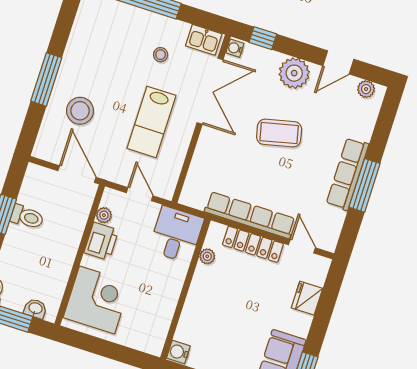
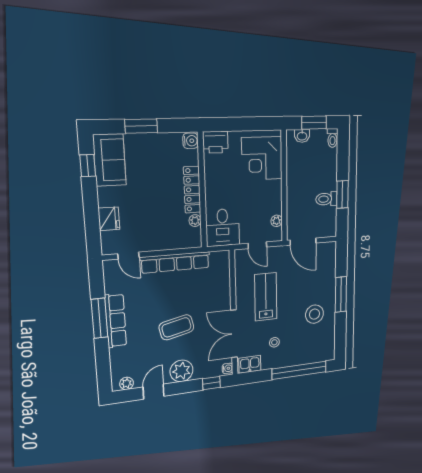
stool: (80, 111) -> (314, 314), moved
printer: (101, 241) -> (215, 142), moved, turned -90
locker: (253, 244) -> (192, 190), moved, turned -90

